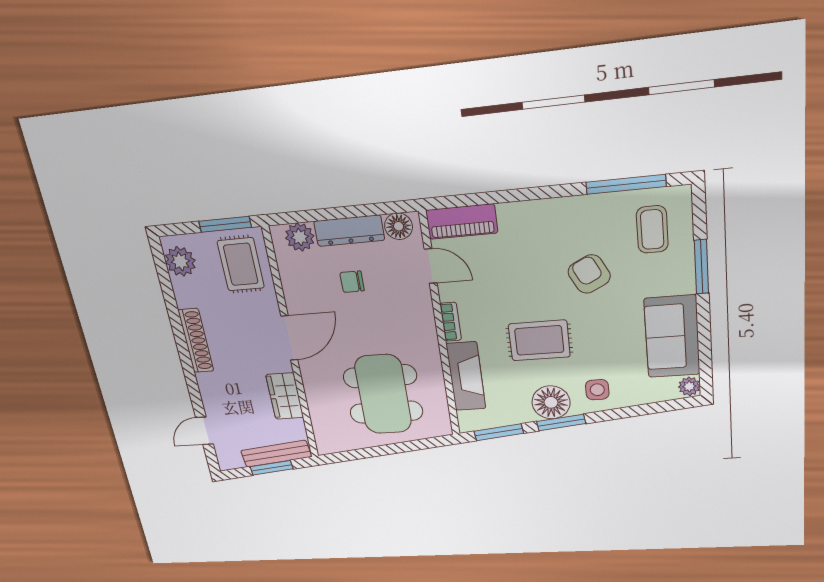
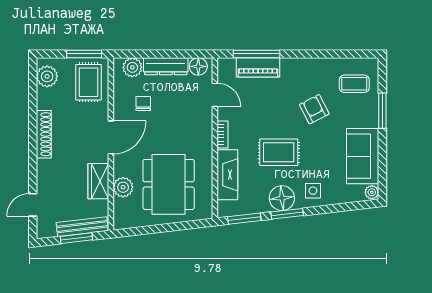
window: (626, 184) -> (256, 54), moved
piano: (462, 222) -> (258, 67), moved
coffee table: (652, 229) -> (354, 84), turned 90
chair: (352, 282) -> (143, 104), moved, turned 90
plant: (320, 402) -> (123, 187), added

